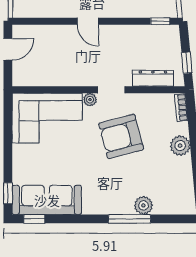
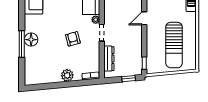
window: (187, 63) -> (129, 79), moved
armchair: (121, 136) -> (73, 39), width x0.53, depth x0.53
floor lamp: (122, 204) -> (31, 40), added
plant: (143, 205) -> (30, 53), removed

